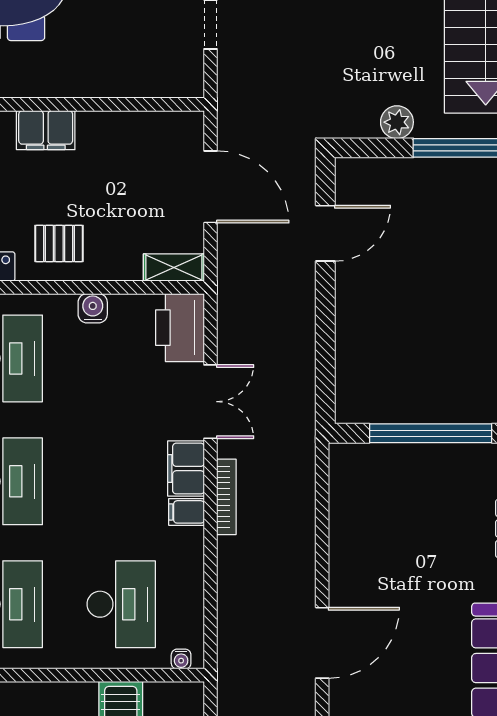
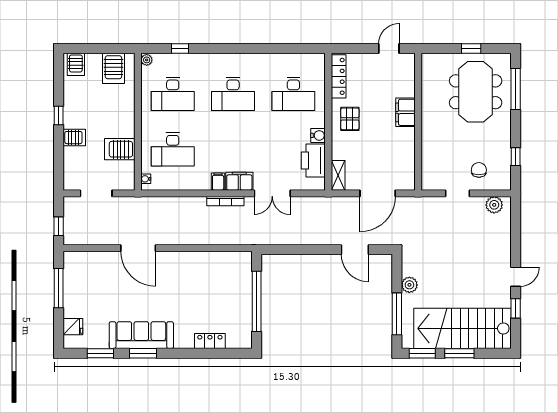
printer: (180, 328) -> (313, 161), moved, turned -90
door: (322, 643) -> (138, 248), moved

